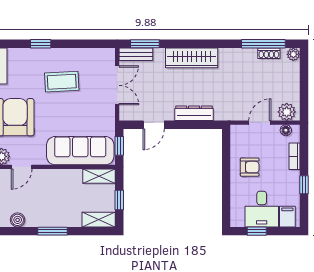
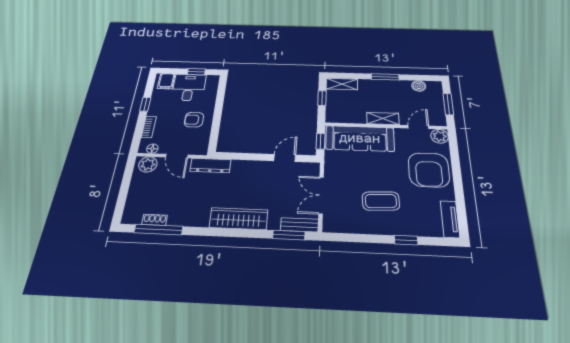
plant: (293, 54) -> (129, 218), removed
dresser: (194, 113) -> (210, 165), moved
door: (260, 123) -> (177, 156), hinge flipped
shelving: (99, 176) -> (383, 118), moved

